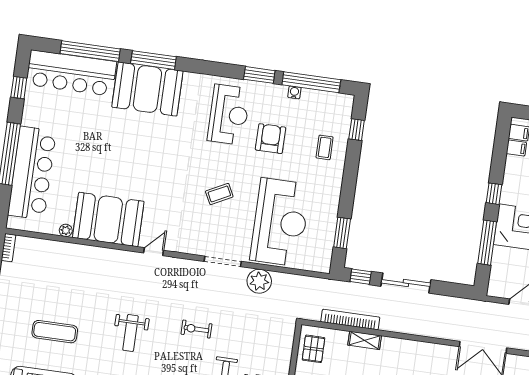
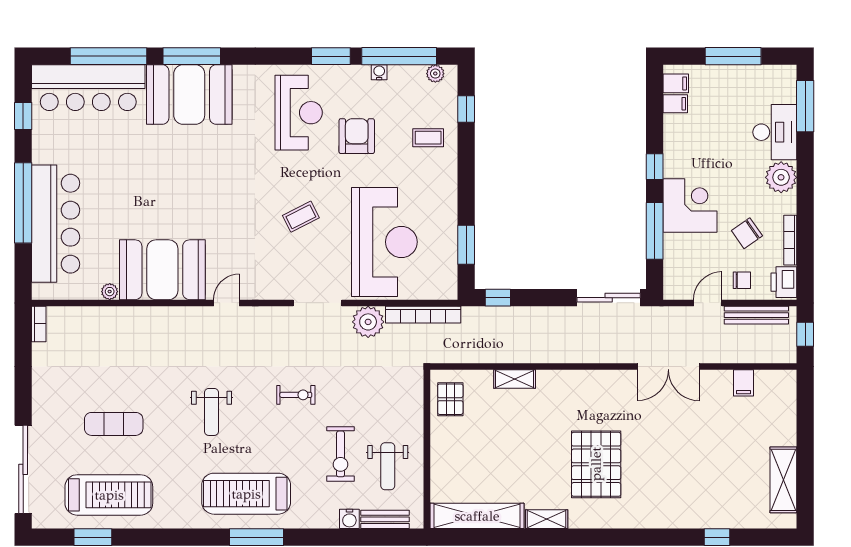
plant: (337, 99) -> (435, 74), added
coffee table: (325, 147) -> (428, 138), turned 90
sliding door: (406, 283) -> (609, 298), moved
bookcase: (350, 320) -> (423, 315), moved, turned 180
exercise bike: (196, 329) -> (296, 395), turned 180

